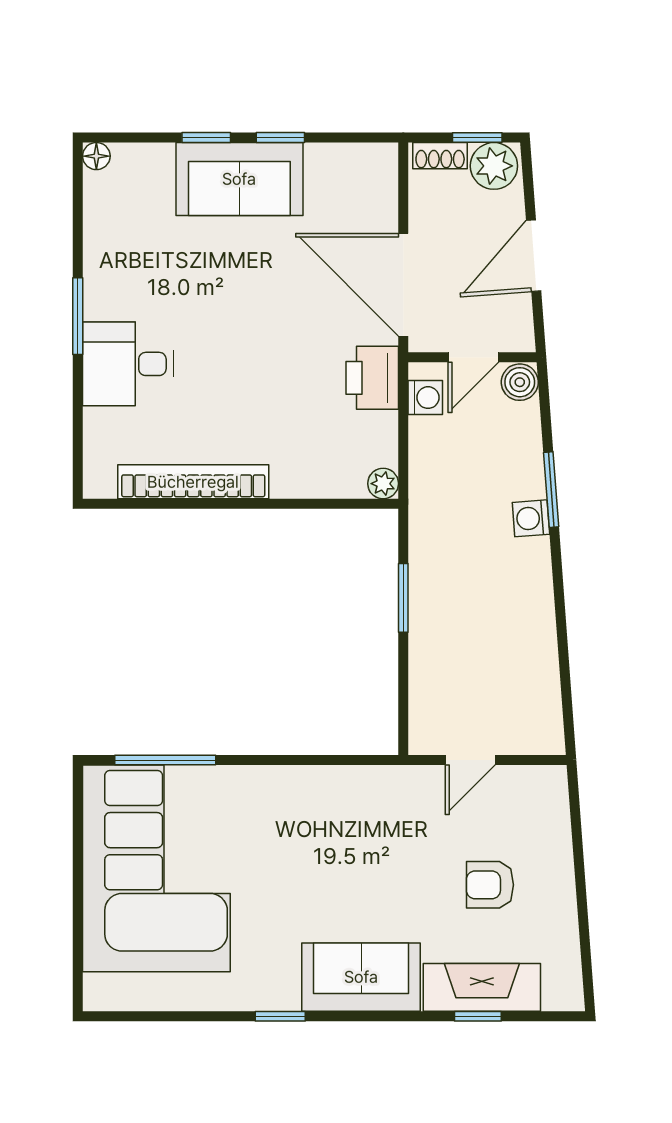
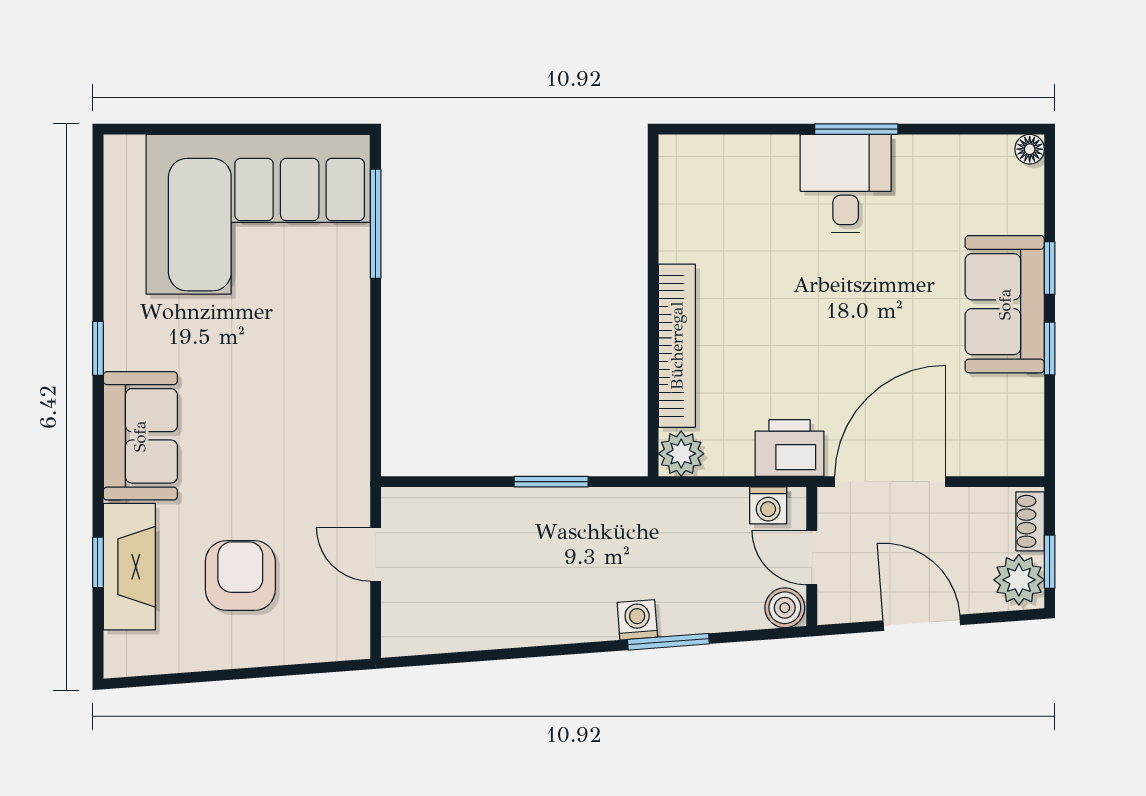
desk: (128, 364) -> (846, 183), moved
bookcase: (193, 482) -> (677, 346), moved
plant: (383, 484) -> (681, 454), width x1.38, depth x1.38
armchair: (490, 885) -> (240, 576), width x1.38, depth x1.38

